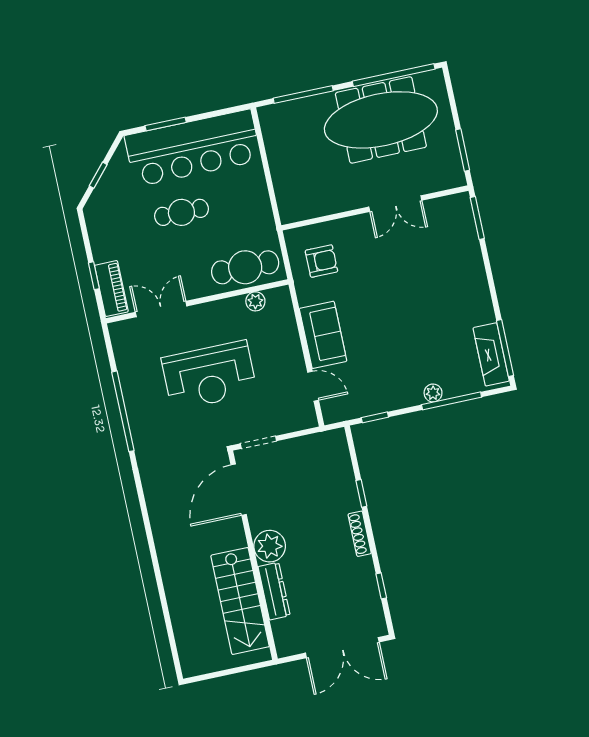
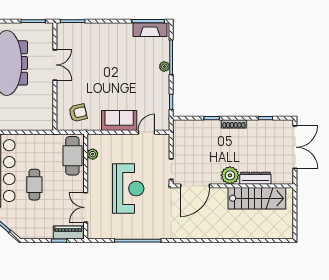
armchair: (321, 261) -> (78, 113), turned 77
door: (239, 490) -> (195, 186), hinge flipped

